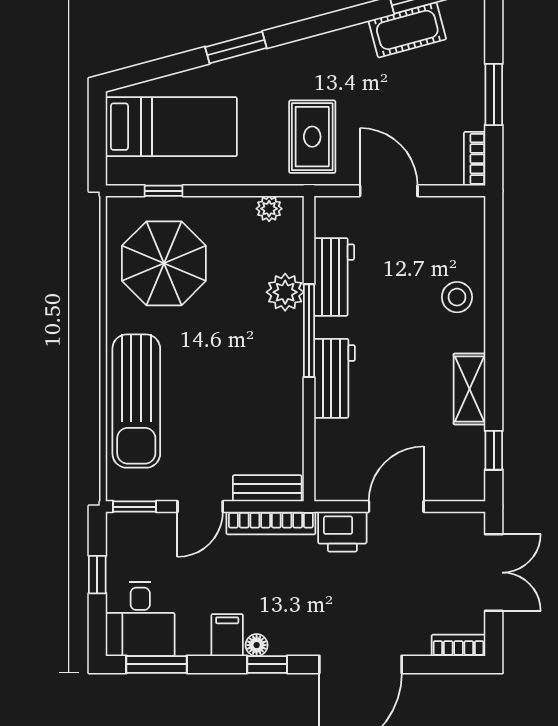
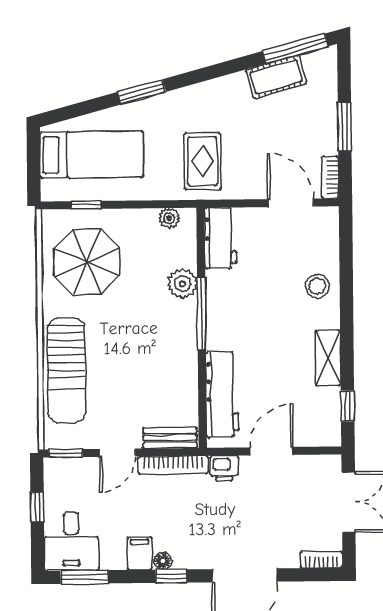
door: (389, 191) -> (291, 203), moved
workbench: (334, 277) -> (220, 238), moved
workbench: (334, 378) -> (222, 395), moved, width x1.38
printer: (342, 532) -> (224, 468), width x0.73, depth x0.81

